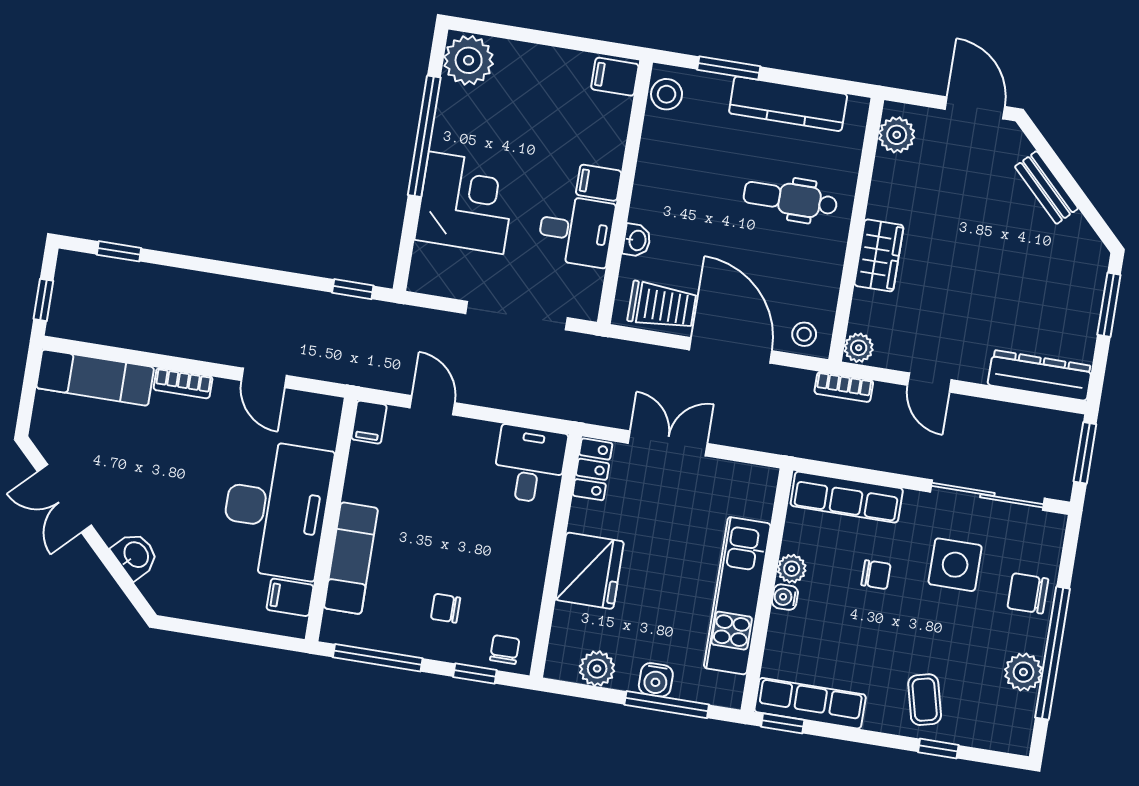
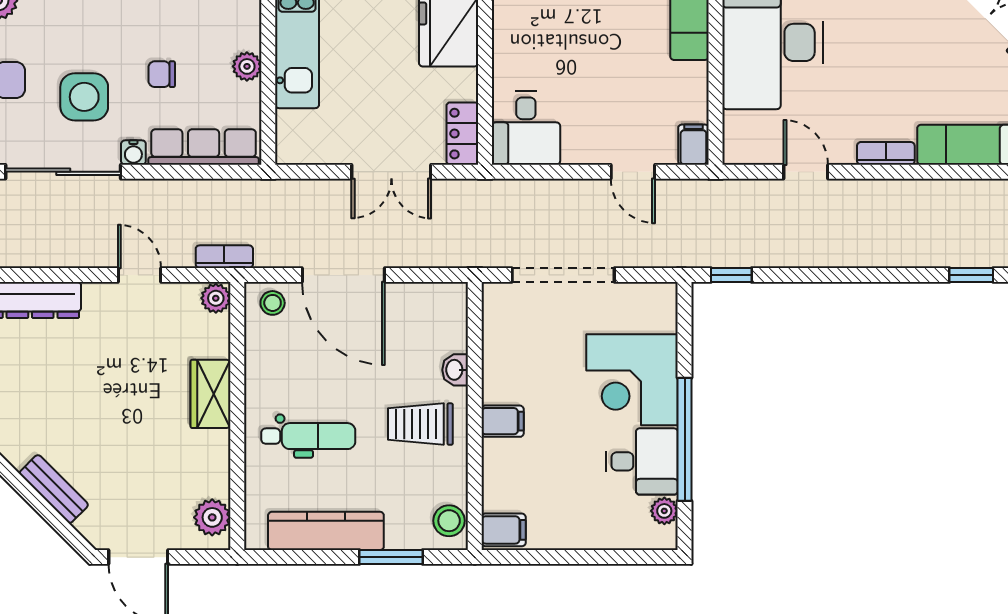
plant: (469, 60) -> (664, 511), width x0.53, depth x0.53
desk: (576, 231) -> (642, 461), moved, turned 180
trolley: (662, 306) -> (420, 424), moved
water cooler: (785, 597) -> (133, 153), moved, turned 90

